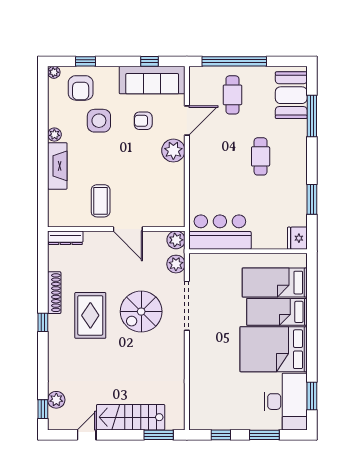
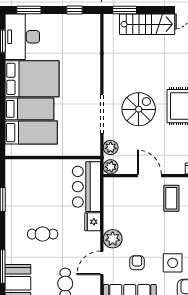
armchair: (143, 121) -> (137, 263), turned -90
cafe table: (261, 156) -> (43, 234), turned 90
bar counter: (220, 232) -> (86, 187), moved, turned 90
fridge: (297, 238) -> (93, 222), moved, turned 180
window: (264, 435) -> (29, 10), moved

